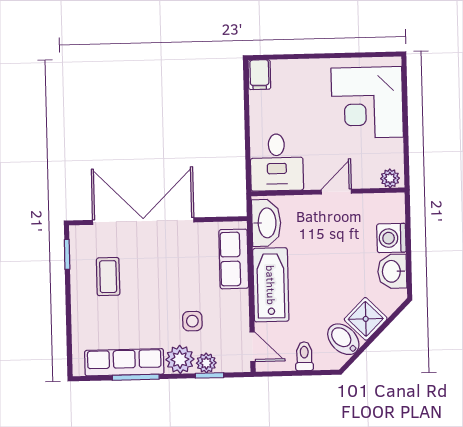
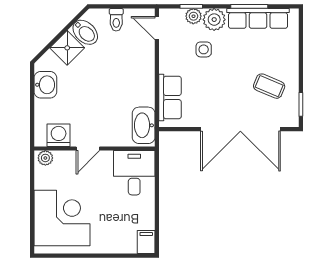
washing machine: (391, 238) -> (59, 135), moved, turned -90
coffee table: (108, 277) -> (269, 86), turned -67
bathtub: (271, 285) -> (141, 76), removed

